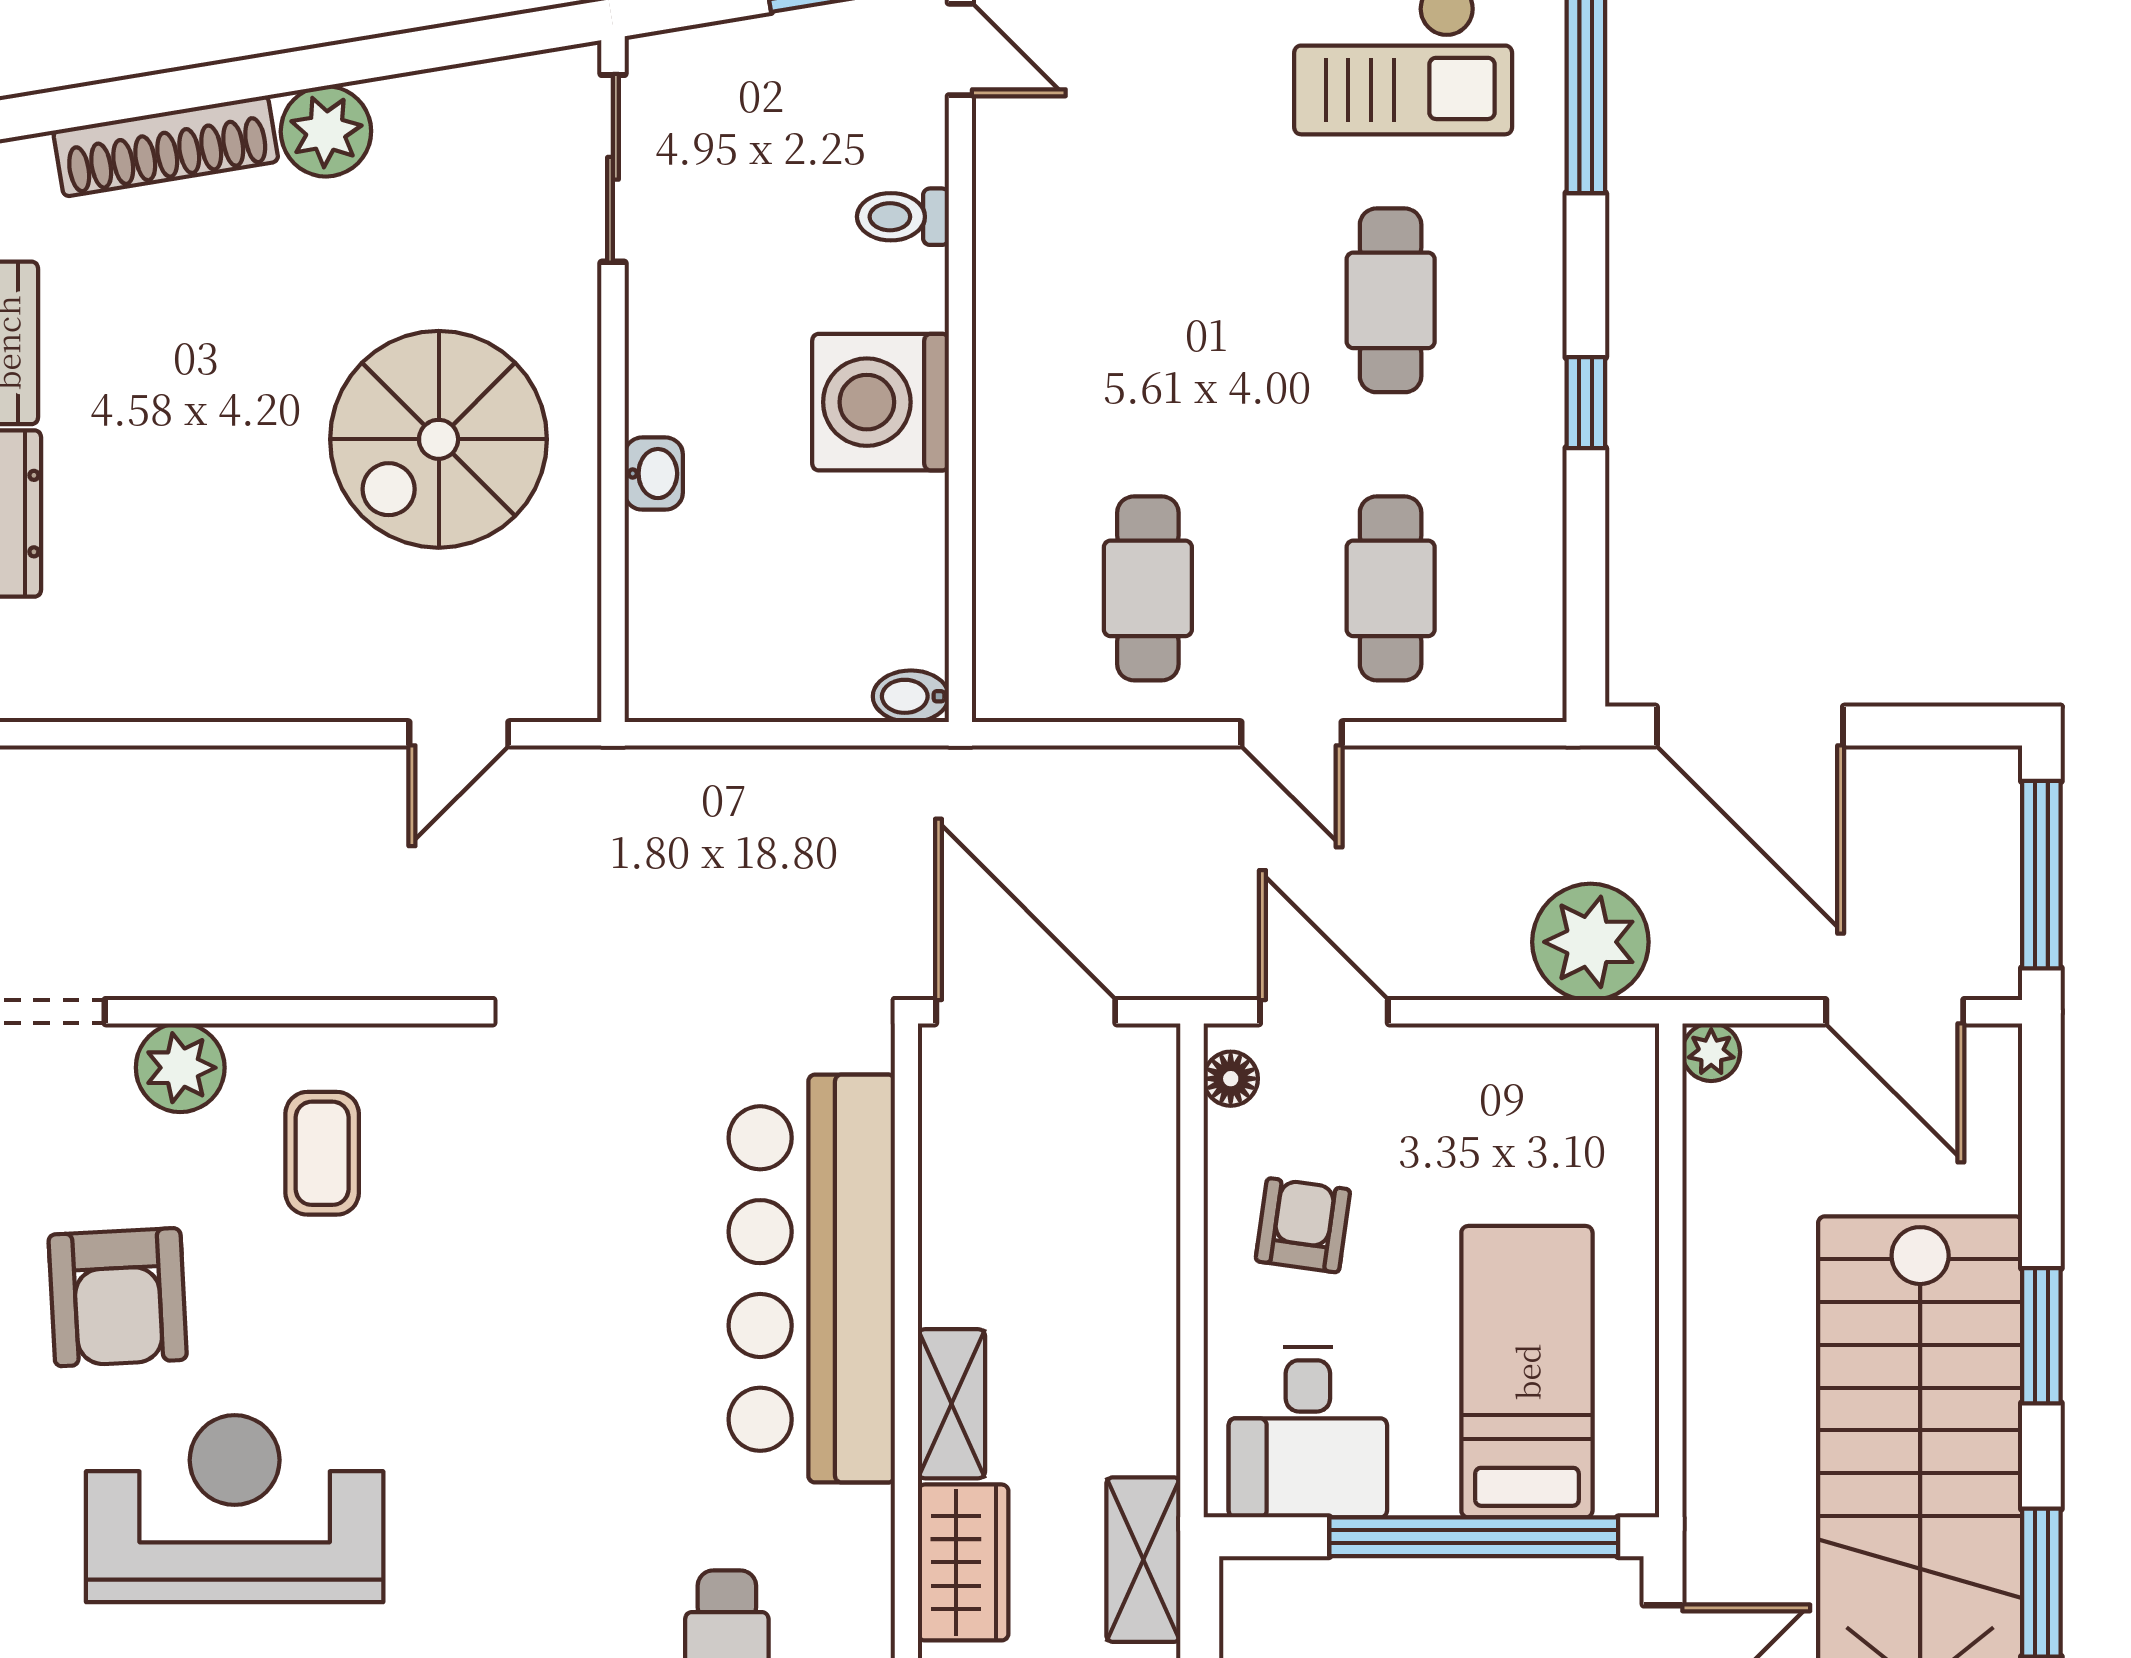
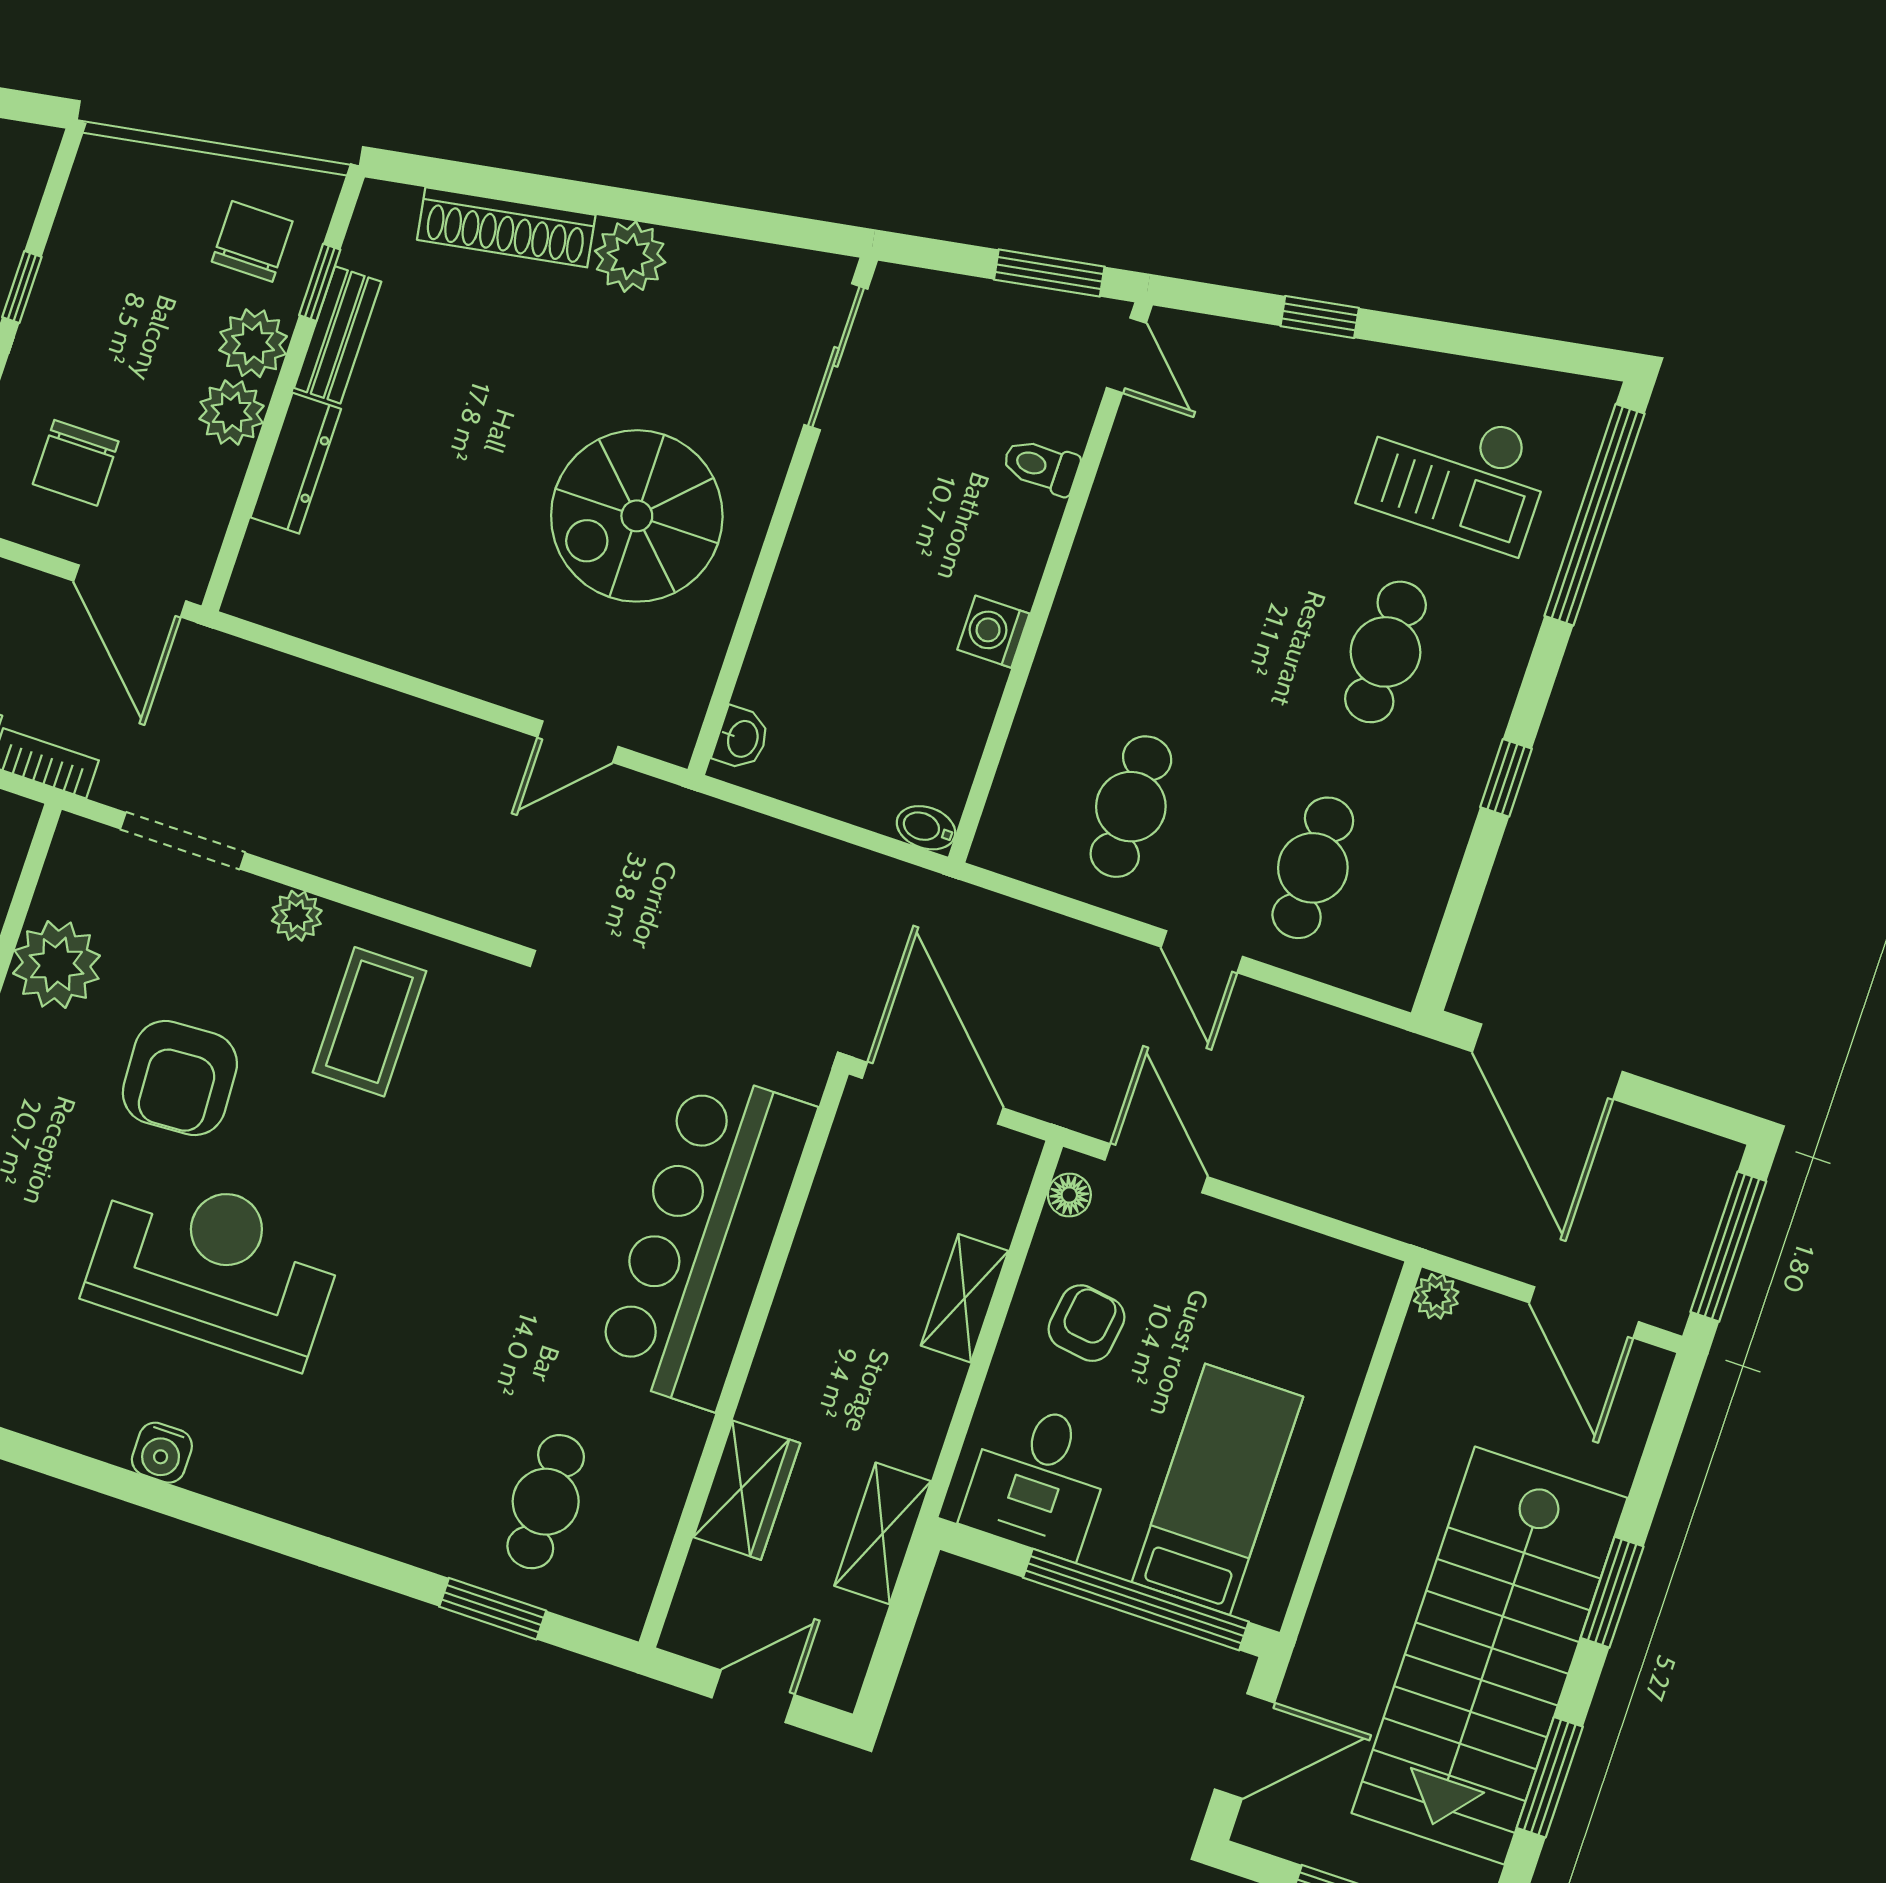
washing machine: (880, 402) -> (993, 632), width x0.53, depth x0.53
washbasin: (654, 474) -> (741, 738), moved
plant: (1590, 942) -> (1373, 1183), removed
plant: (180, 1068) -> (297, 916), width x0.73, depth x0.73
coffee table: (322, 1153) -> (369, 1022), width x1.36, depth x1.30
shelving: (951, 1404) -> (965, 1298), moved

